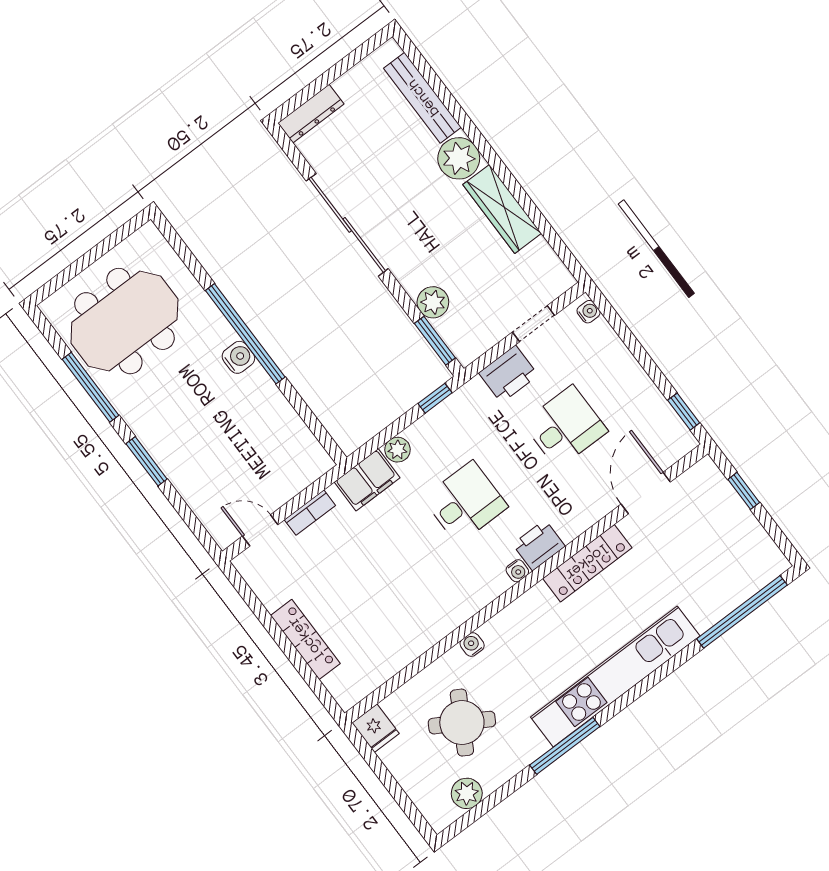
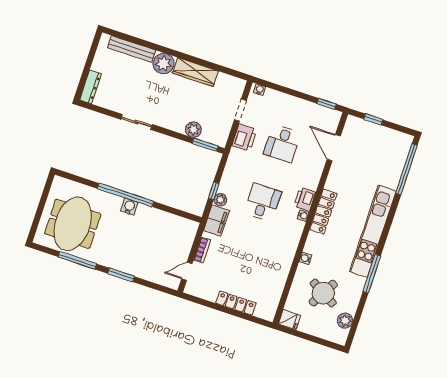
sliding door: (347, 225) -> (137, 122), width x0.54
window: (435, 398) -> (214, 191), moved
desk: (565, 427) -> (282, 143), turned 180
locker: (587, 563) -> (323, 211), moved

